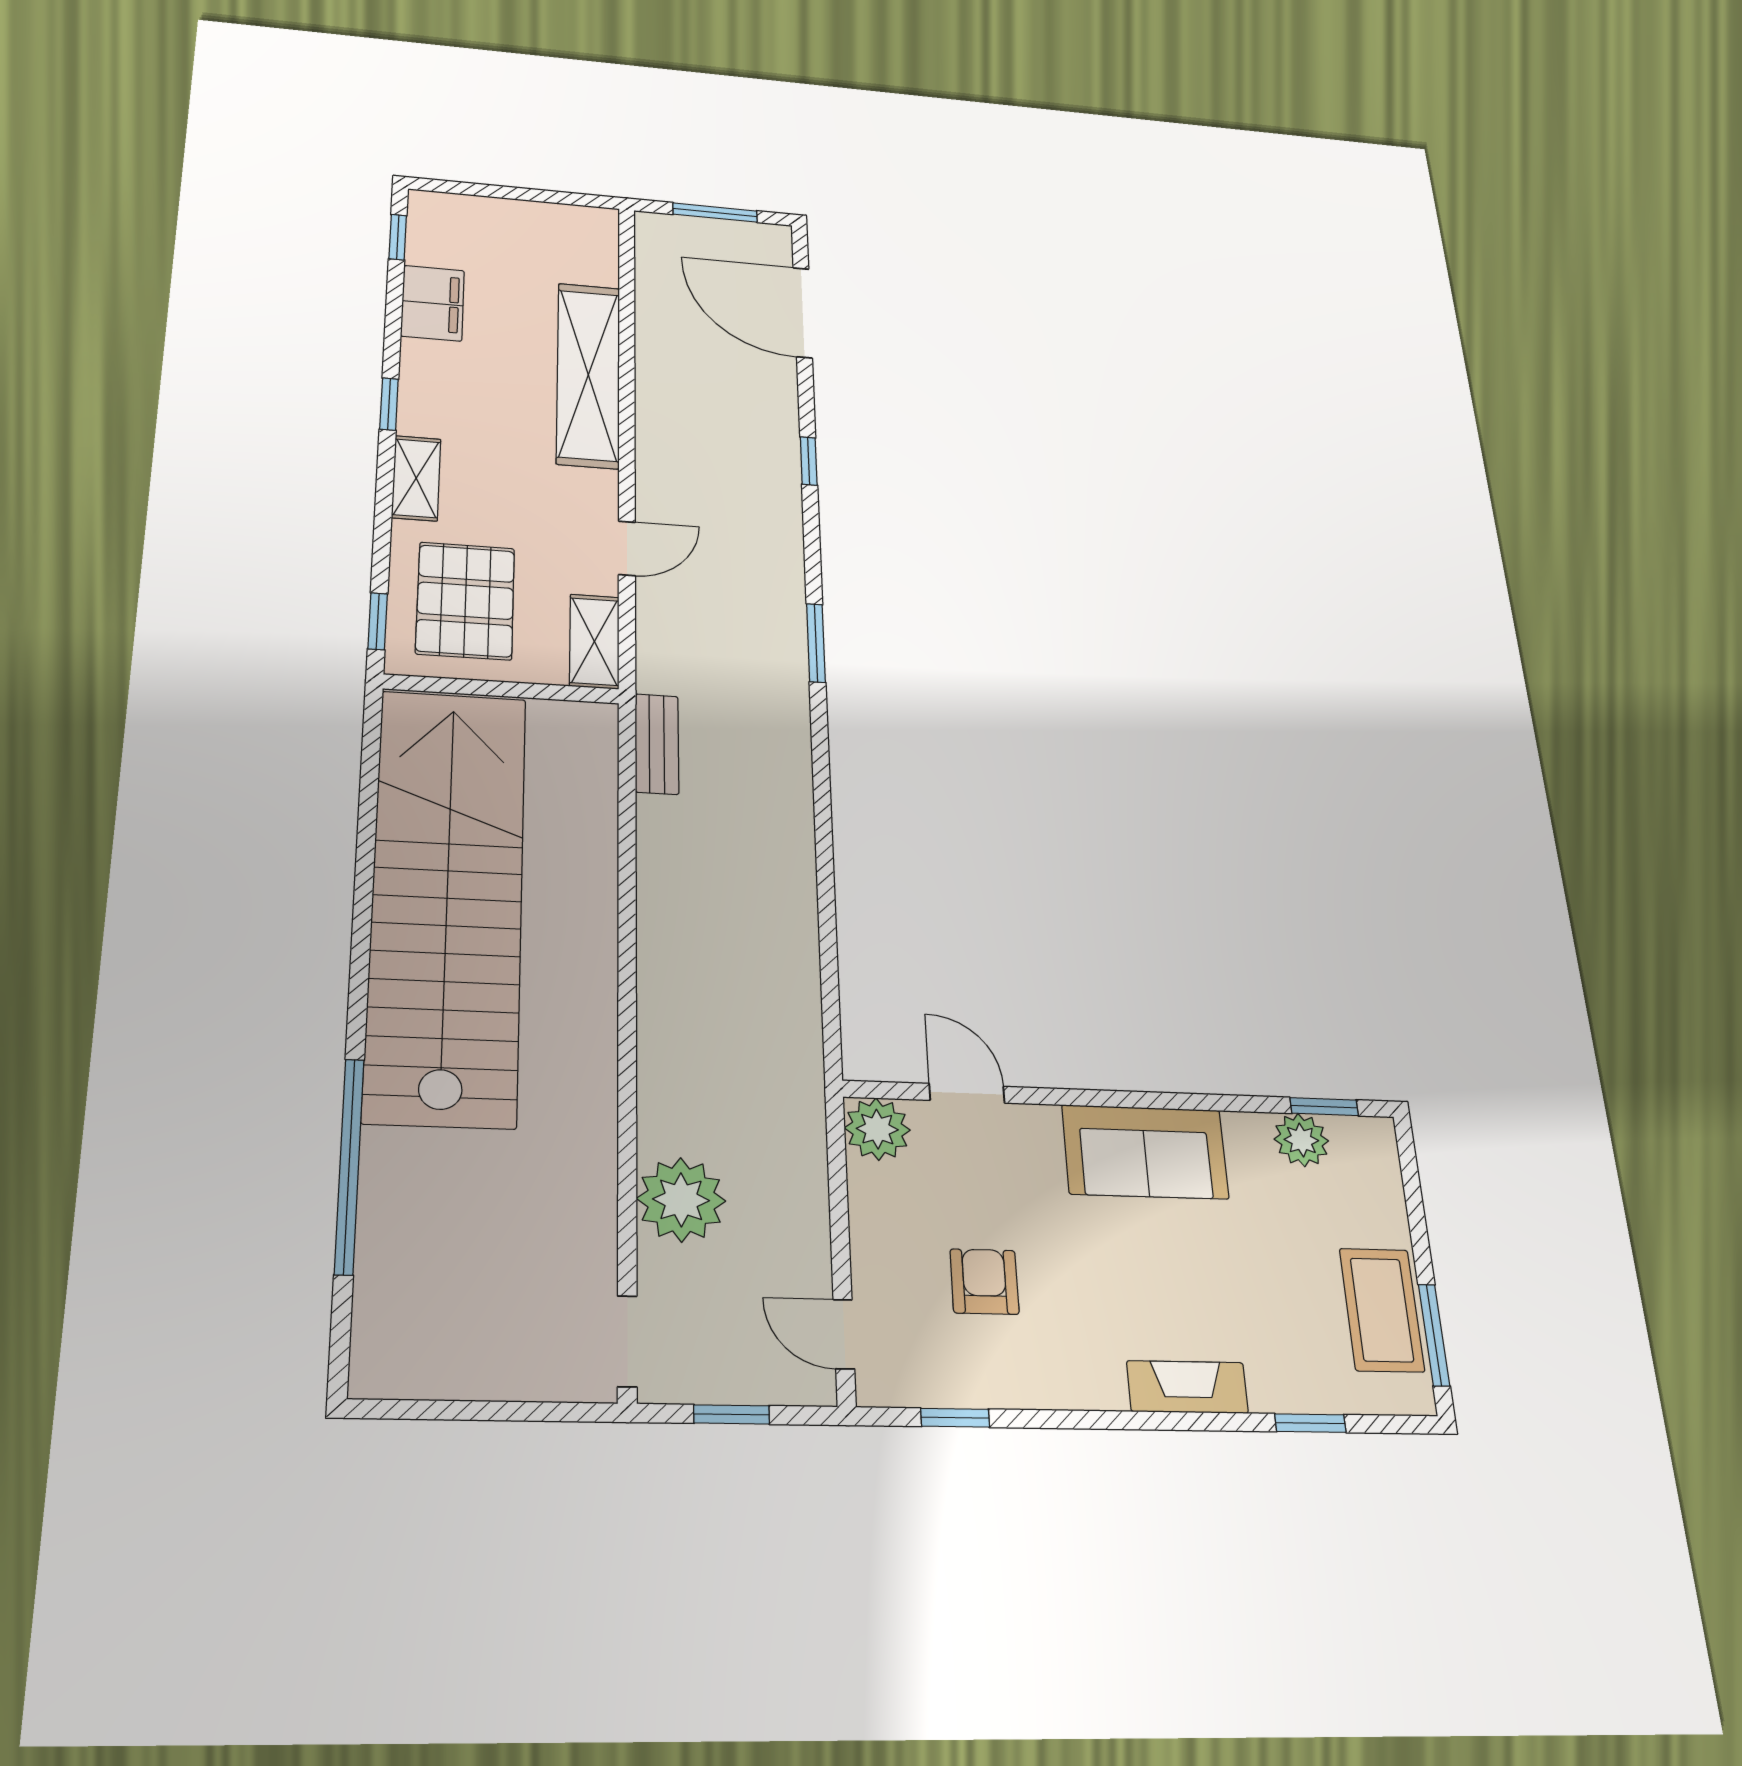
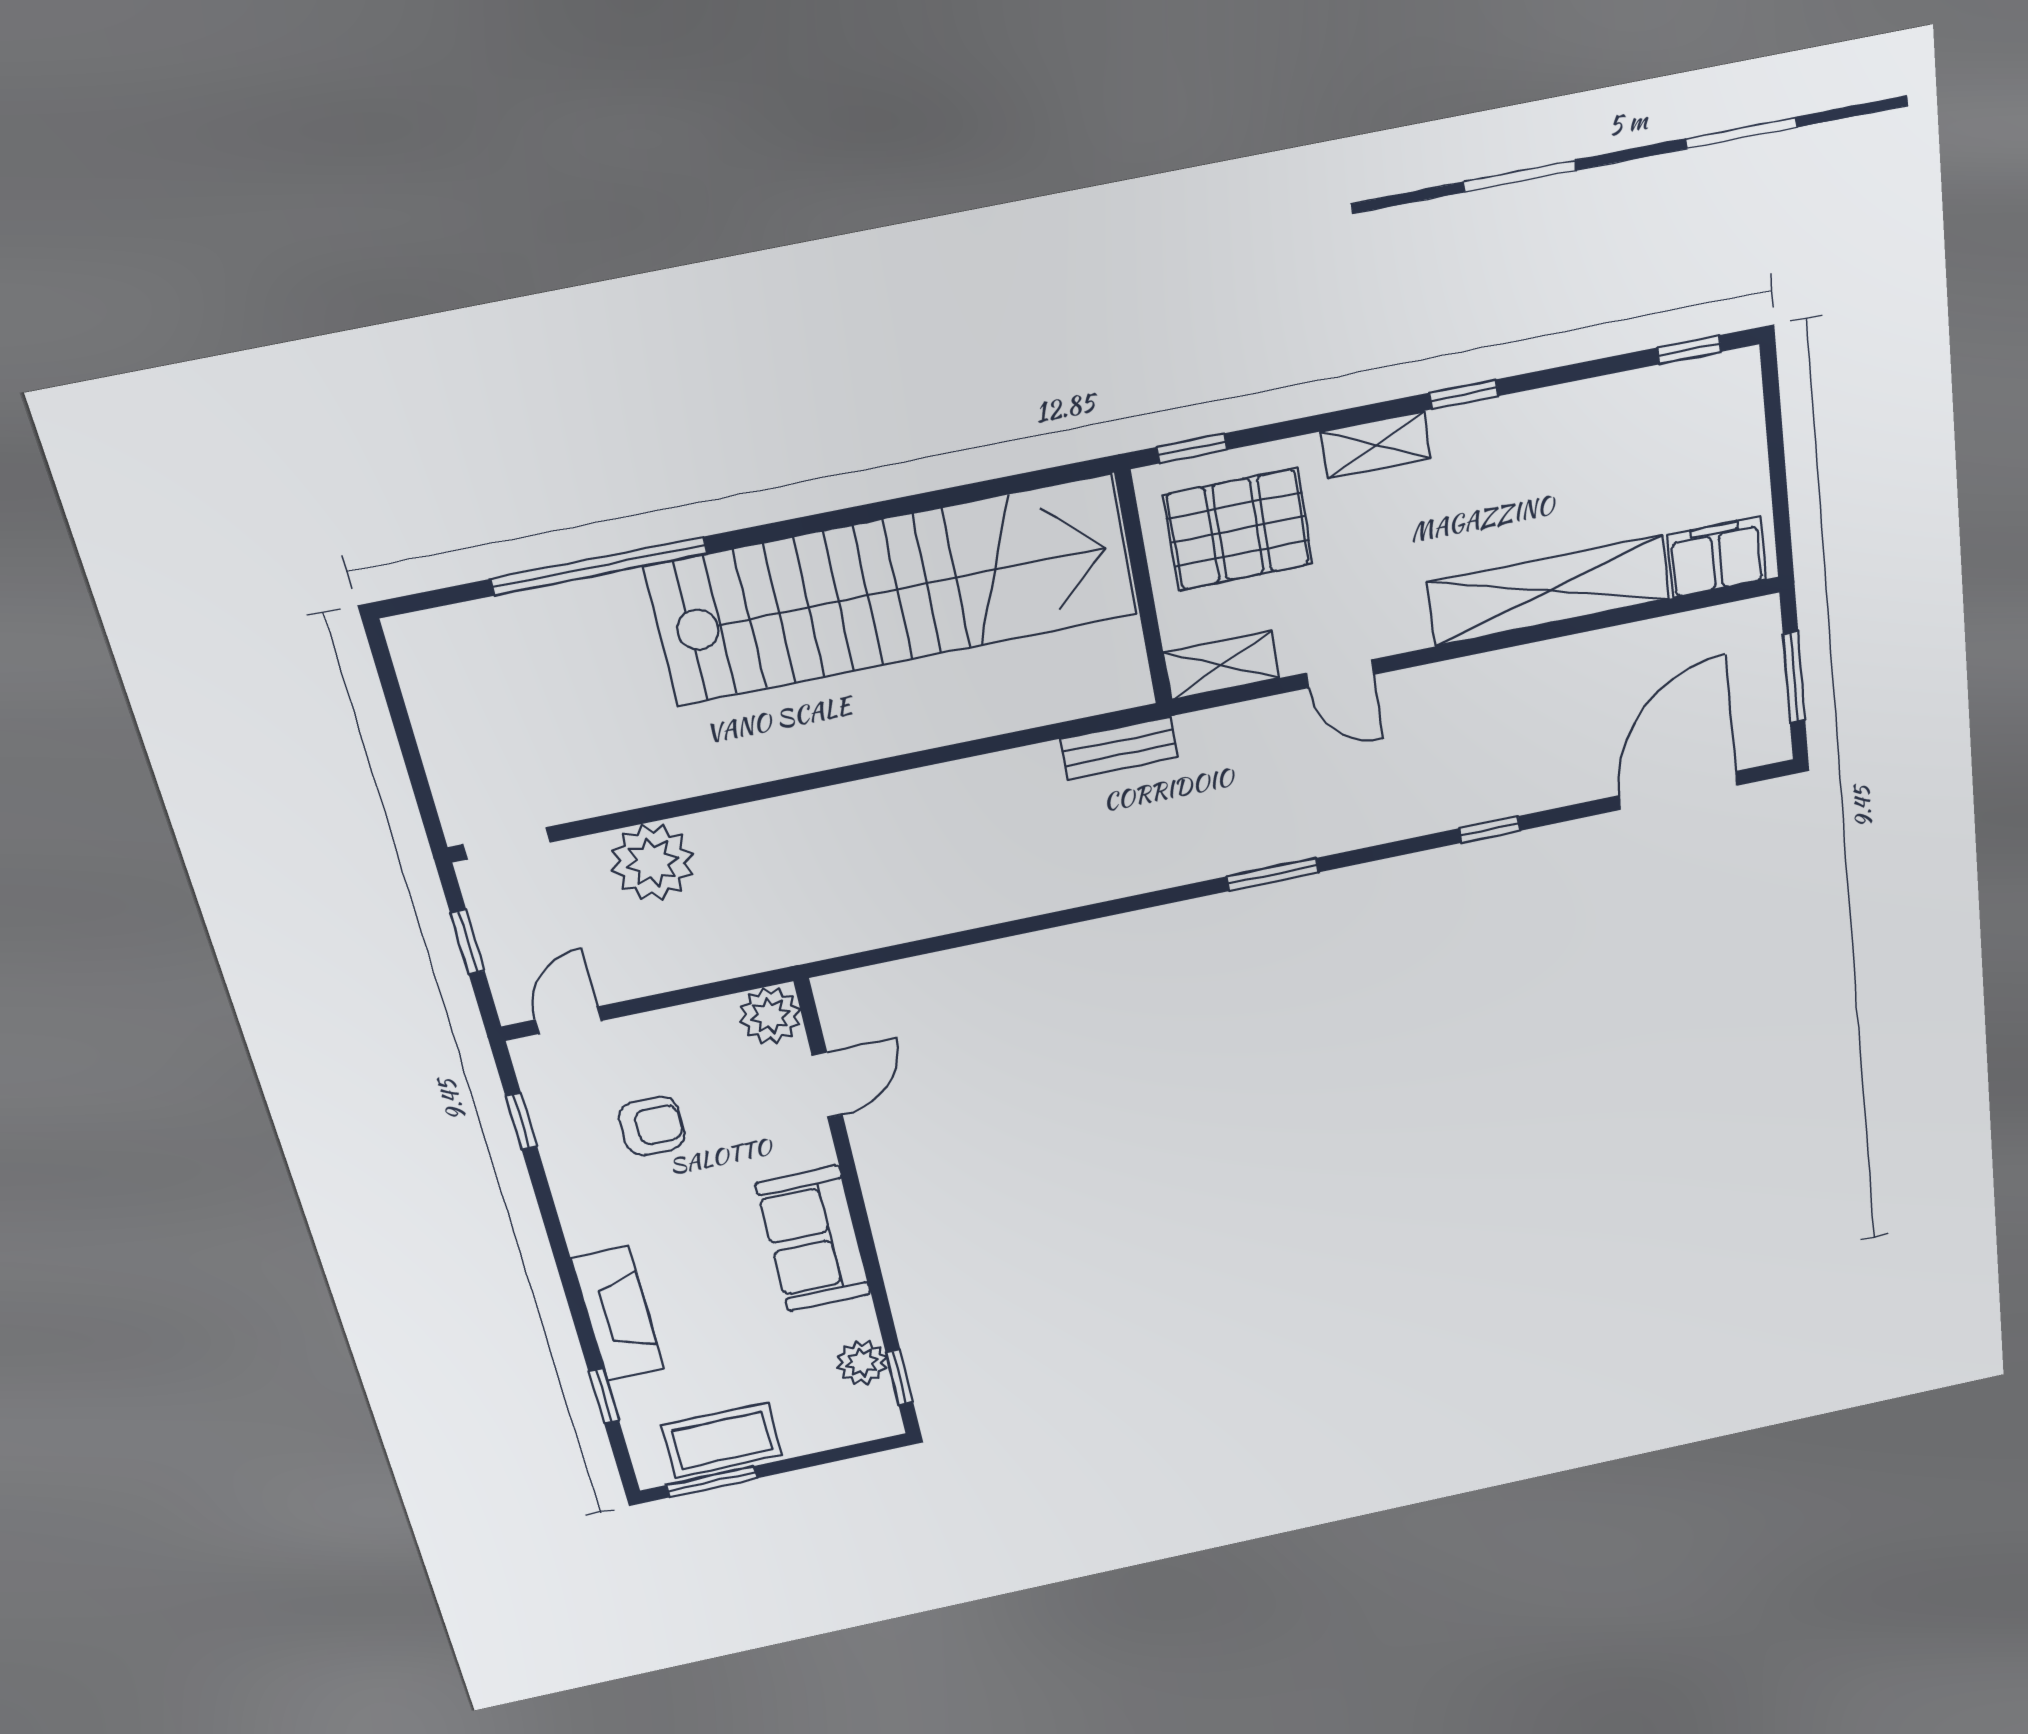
filing cabinet: (433, 303) -> (1717, 557), moved, turned 180
fireplace: (1187, 1387) -> (618, 1314), width x1.37, depth x1.32

